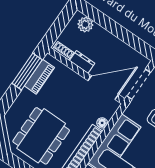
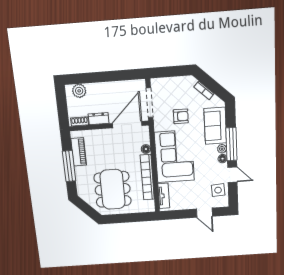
window: (27, 72) -> (69, 166), moved

